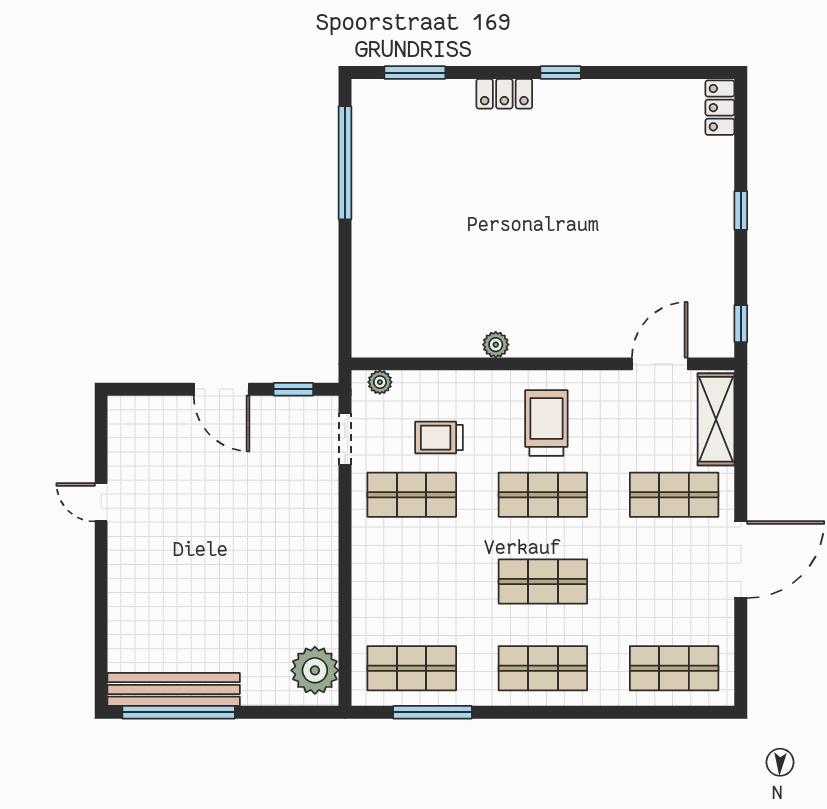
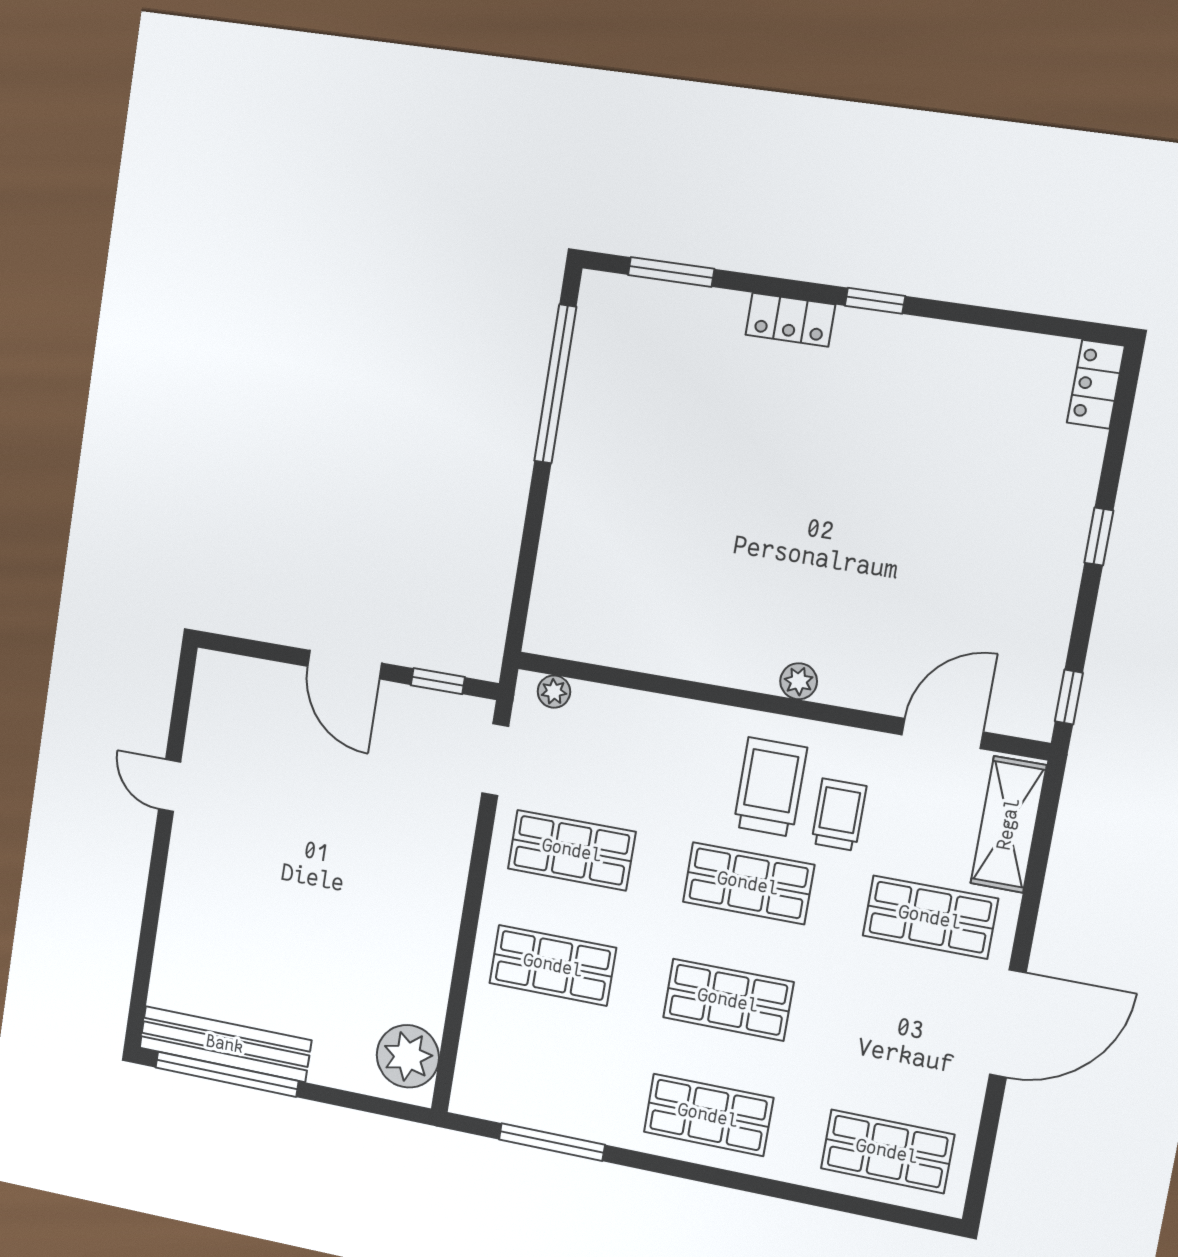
plant: (496, 345) -> (799, 681), moved
trolley: (439, 438) -> (839, 815), moved, turned 90
shop shelf: (412, 668) -> (553, 965), moved

